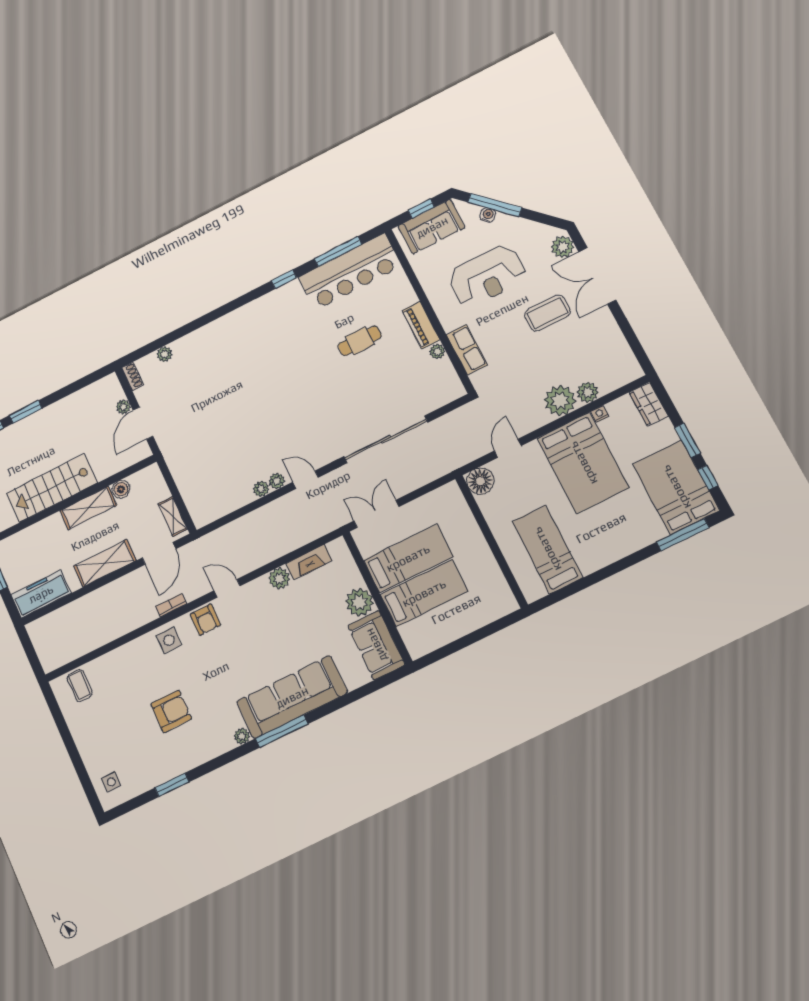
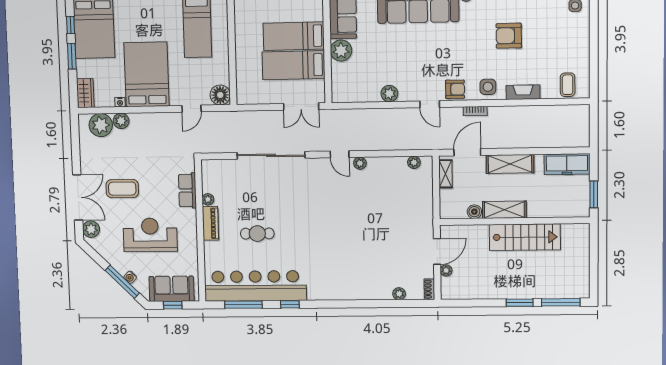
bar counter: (350, 272) -> (255, 286), width x1.36
plant: (560, 401) -> (101, 125), moved
plant: (261, 489) -> (414, 162), moved
fireplace: (309, 562) -> (523, 92), moved
armchair: (205, 620) -> (455, 89), turned 90

